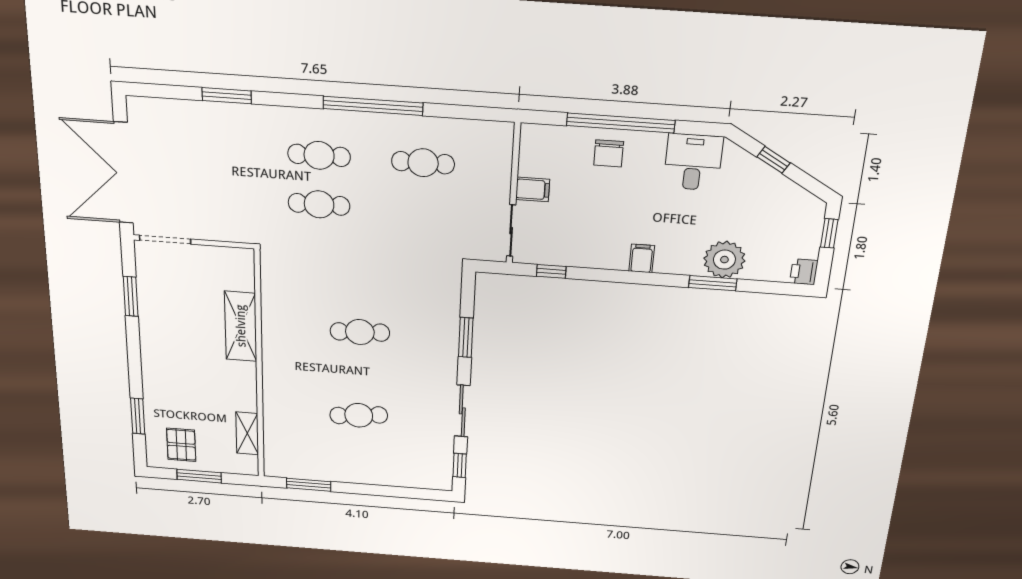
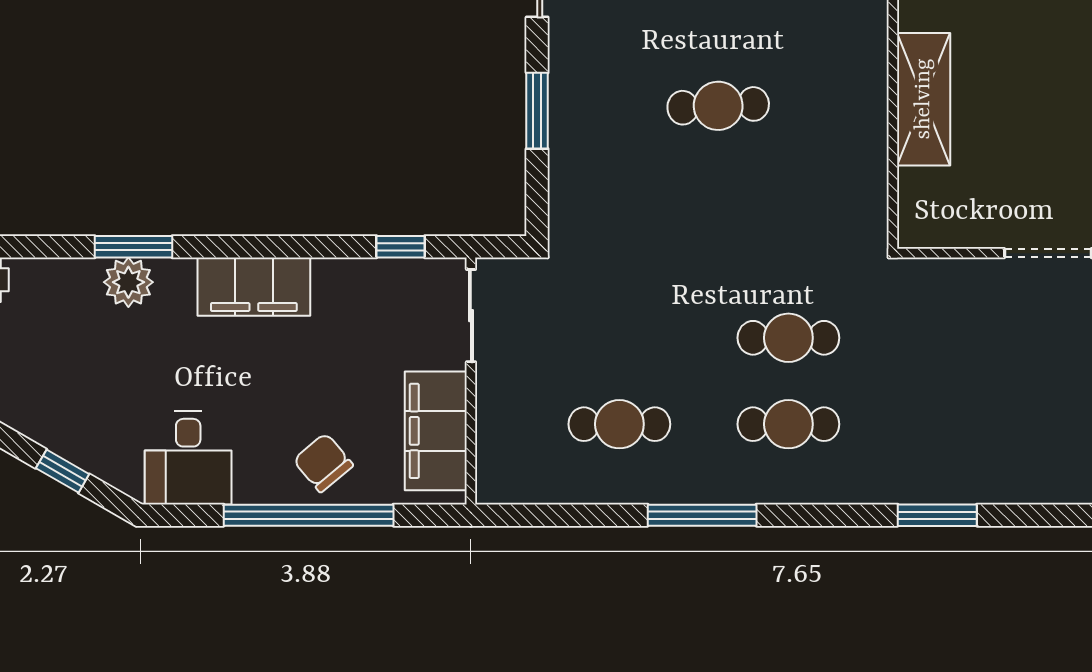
window: (373, 106) -> (702, 515), width x0.68
chair: (609, 153) -> (323, 463), turned -40
filing cabinet: (533, 189) -> (436, 431), width x3.00, depth x1.17
filing cabinet: (642, 258) -> (254, 287), width x3.00, depth x1.17
plant: (724, 260) -> (128, 282), width x0.73, depth x0.73

